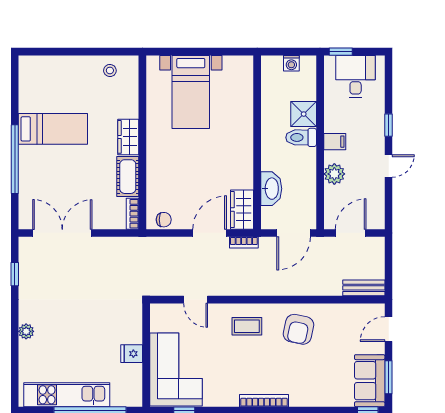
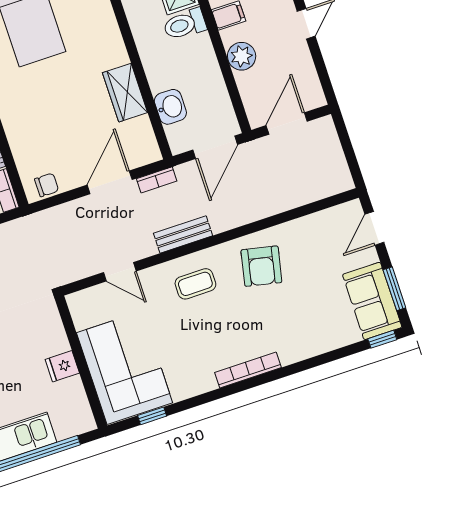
washbasin: (271, 189) -> (170, 107), width x0.72
wardrobe: (242, 210) -> (125, 93), moved
bench: (364, 288) -> (183, 234), moved

